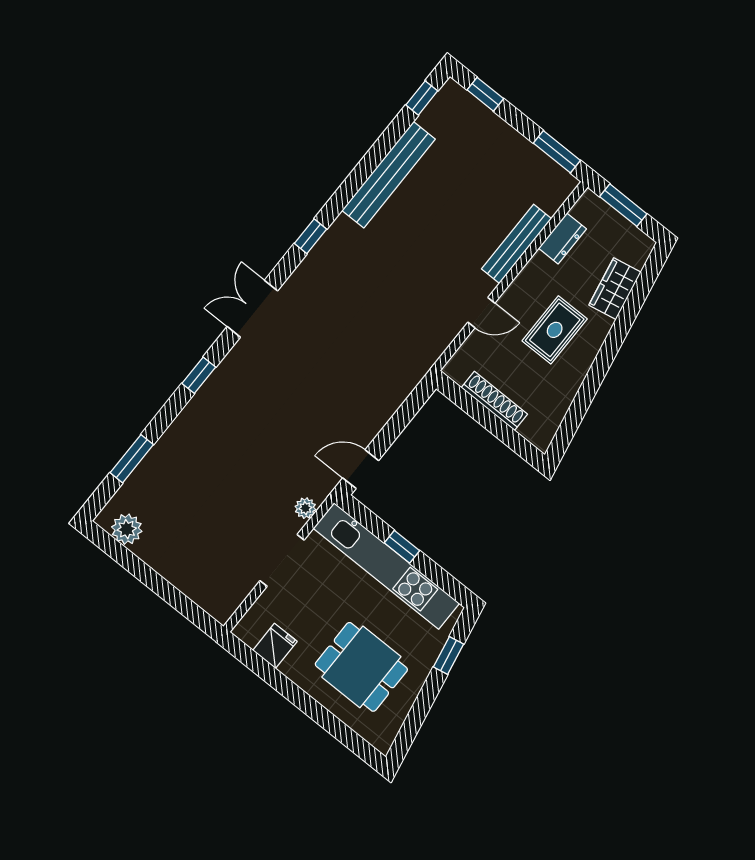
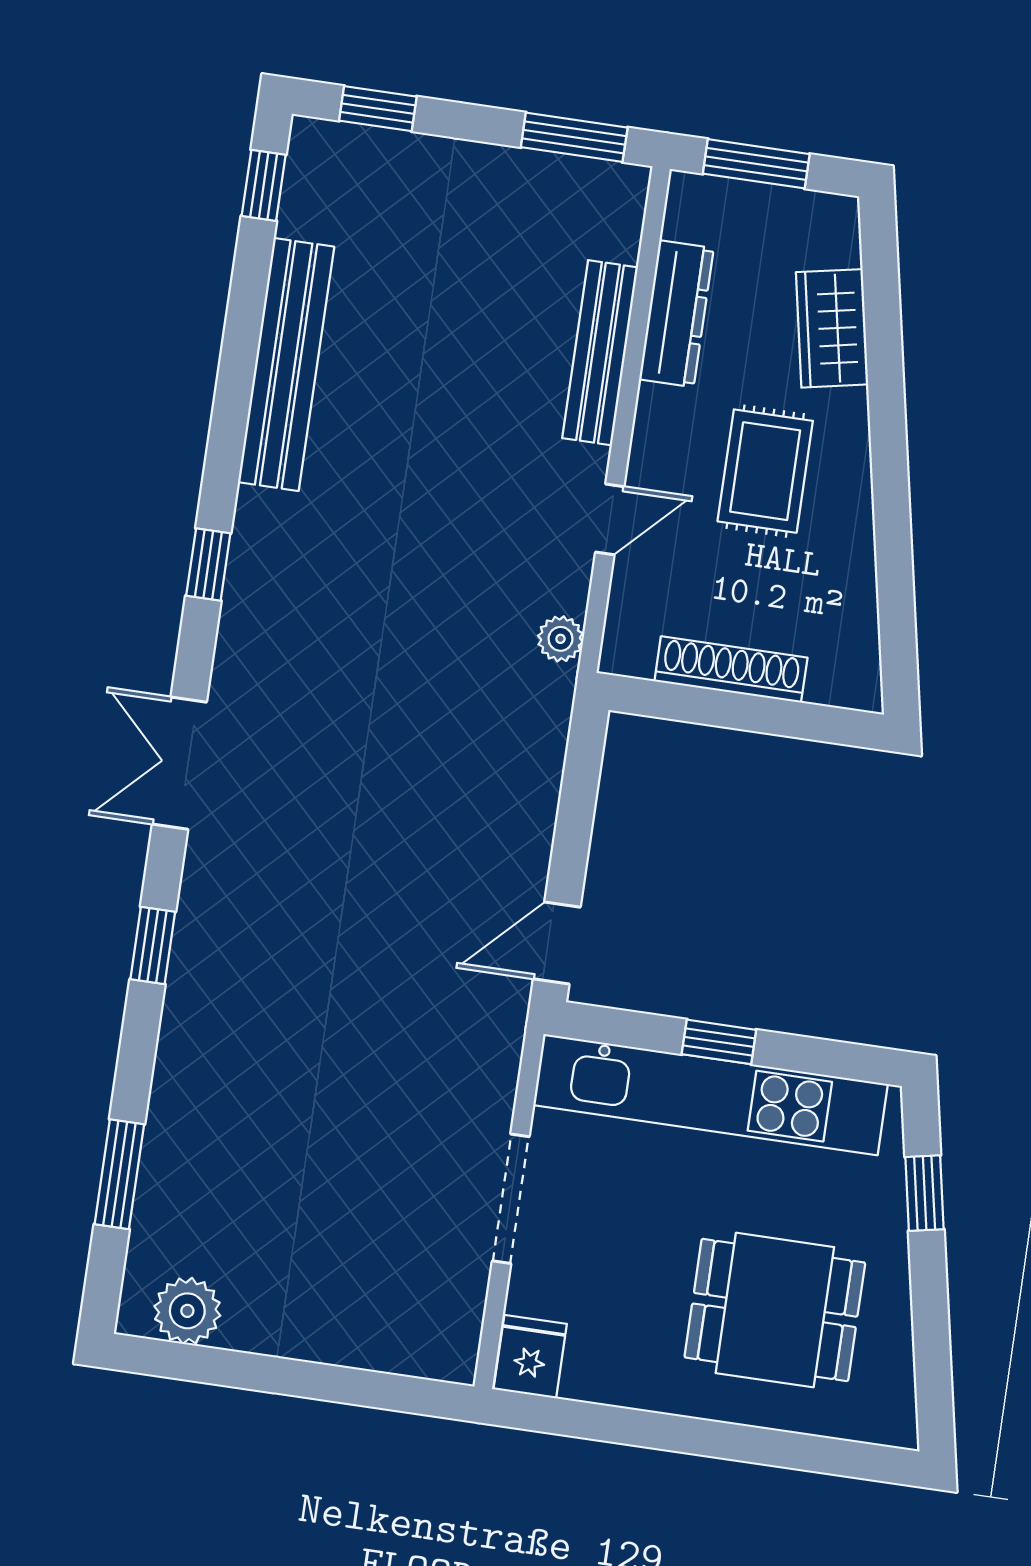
dresser: (562, 238) -> (676, 314), width x1.44
plant: (305, 508) -> (560, 639), moved
fridge: (275, 646) -> (530, 1357), moved

